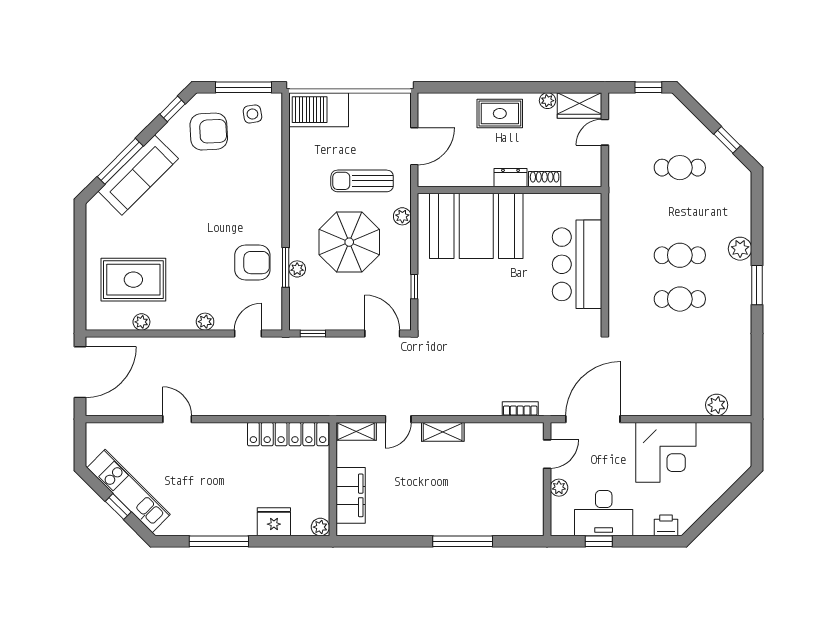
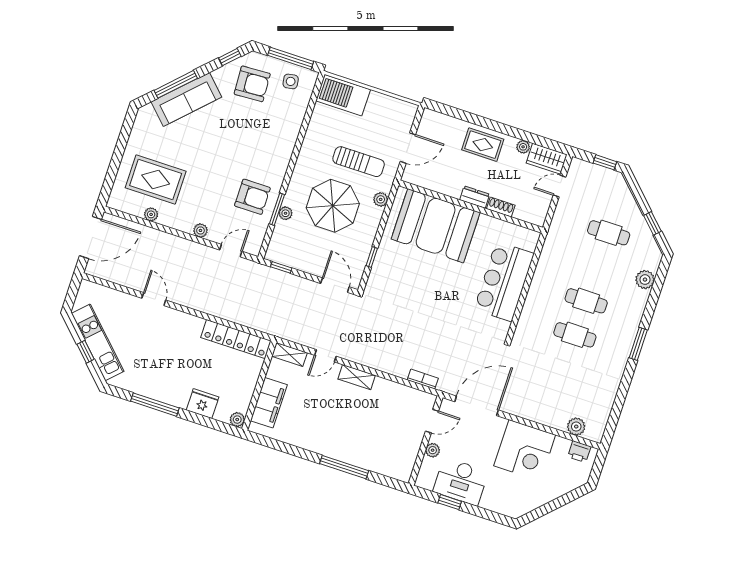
sun lounger: (362, 181) -> (359, 162), turned 180
plant: (740, 249) -> (645, 280), moved
printer: (666, 525) -> (579, 452), moved, turned 180

